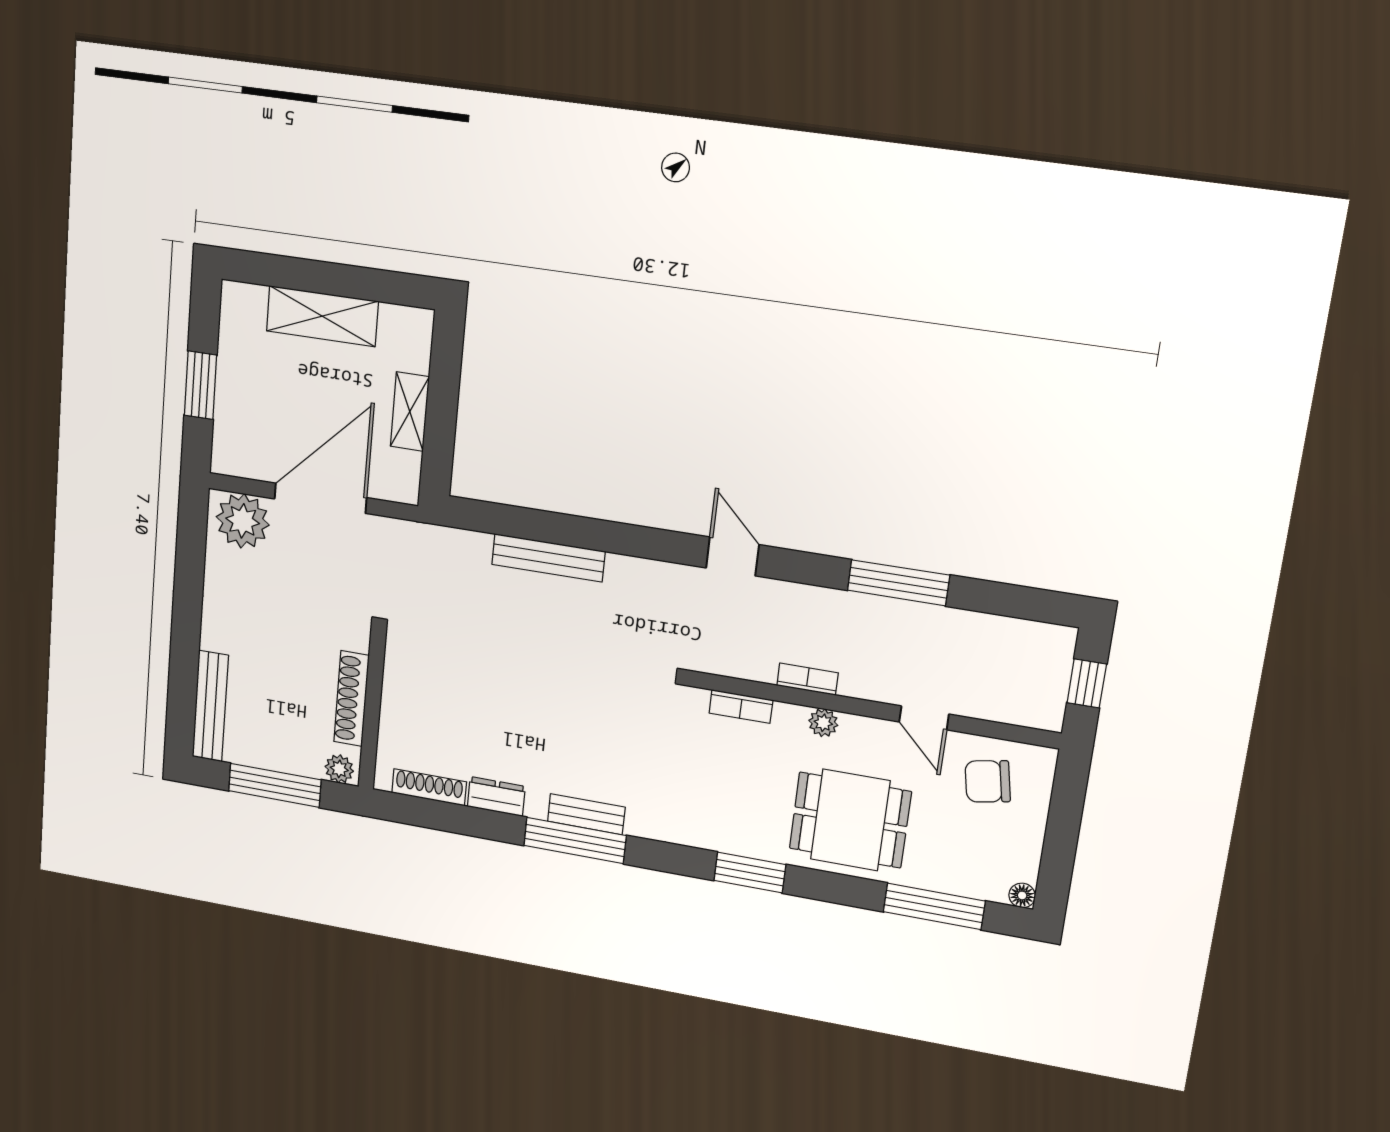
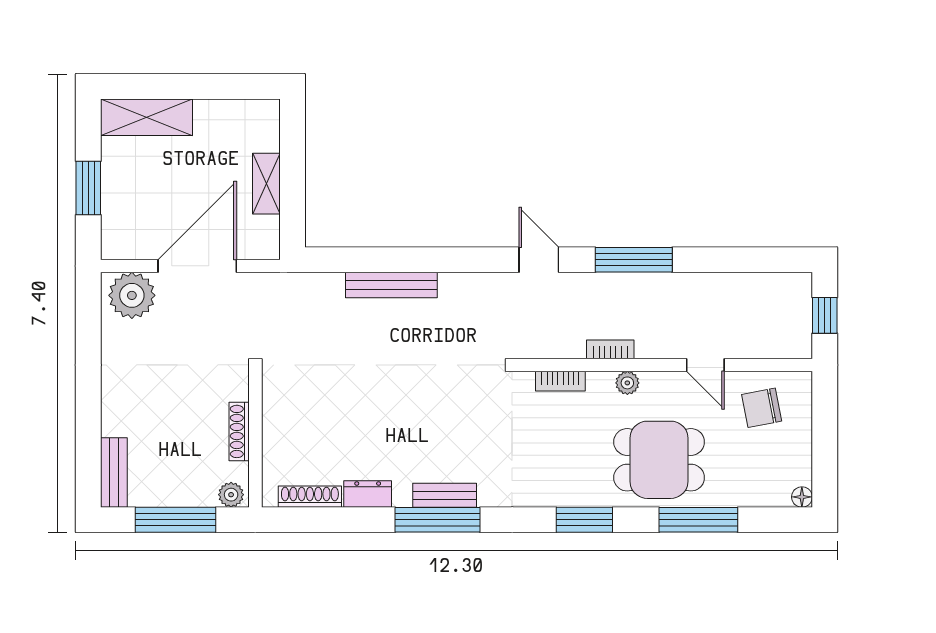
shelving: (322, 316) -> (146, 117), moved
window: (898, 583) -> (634, 260), moved
shoe rack: (351, 699) -> (239, 431), width x0.74, depth x0.81
bench: (210, 706) -> (114, 473), width x0.73
window: (934, 906) -> (698, 520), moved

